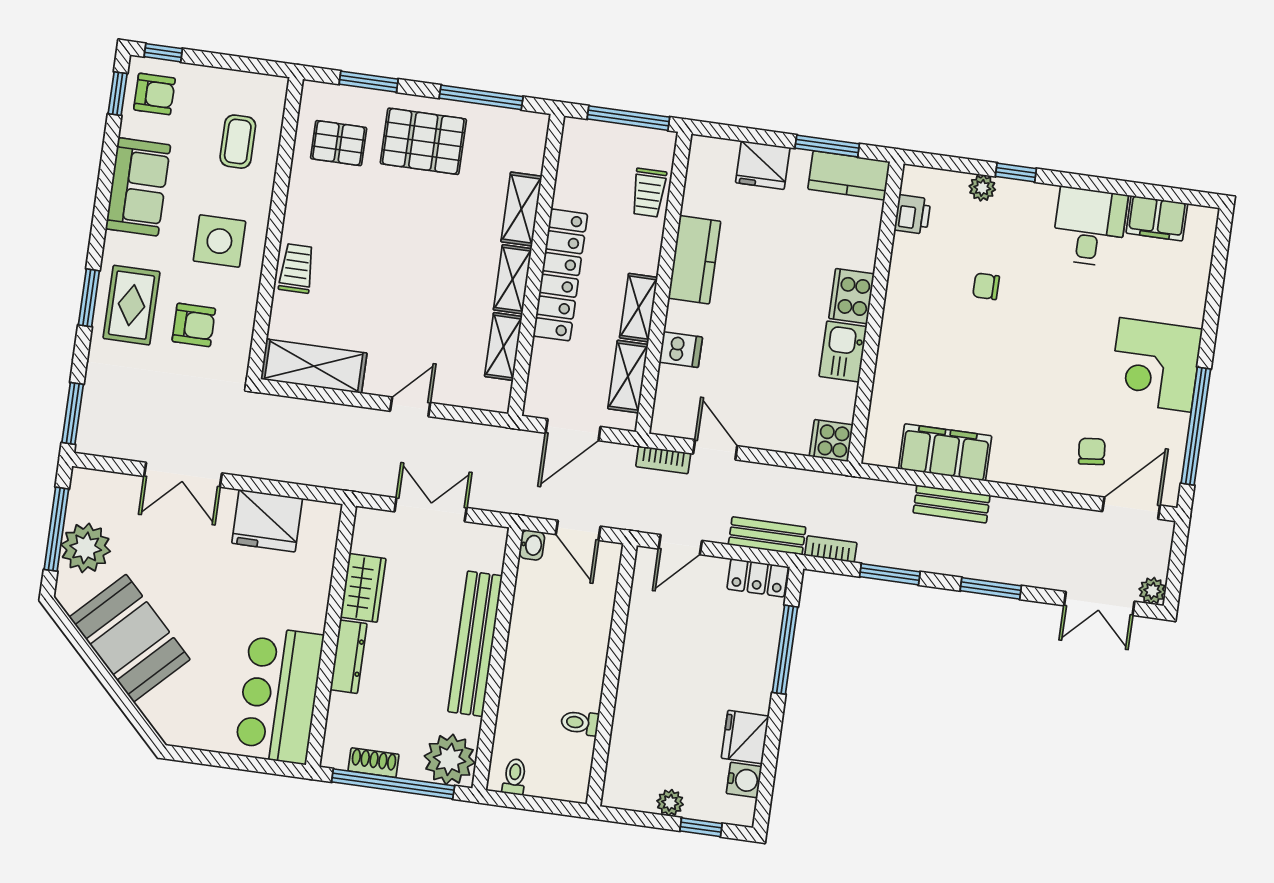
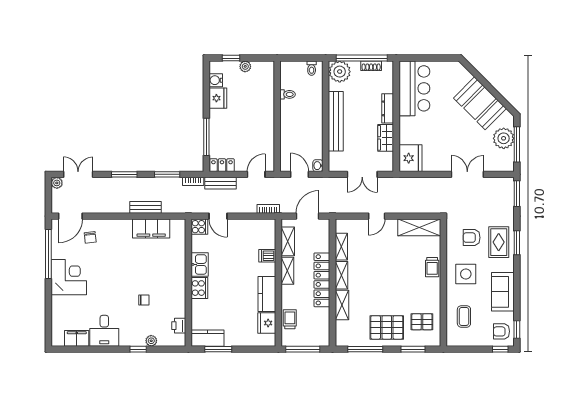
fridge: (763, 165) -> (267, 323), moved, turned -90
door: (715, 450) -> (218, 216), moved
fridge: (267, 521) -> (410, 158), moved, turned 90

